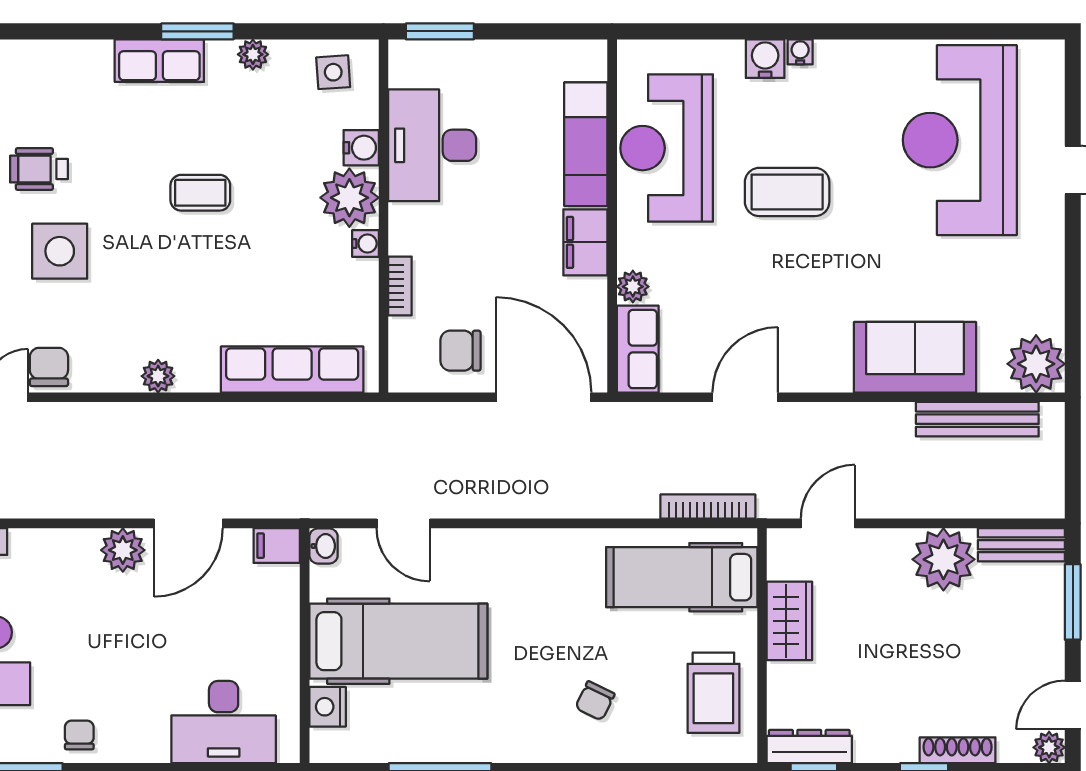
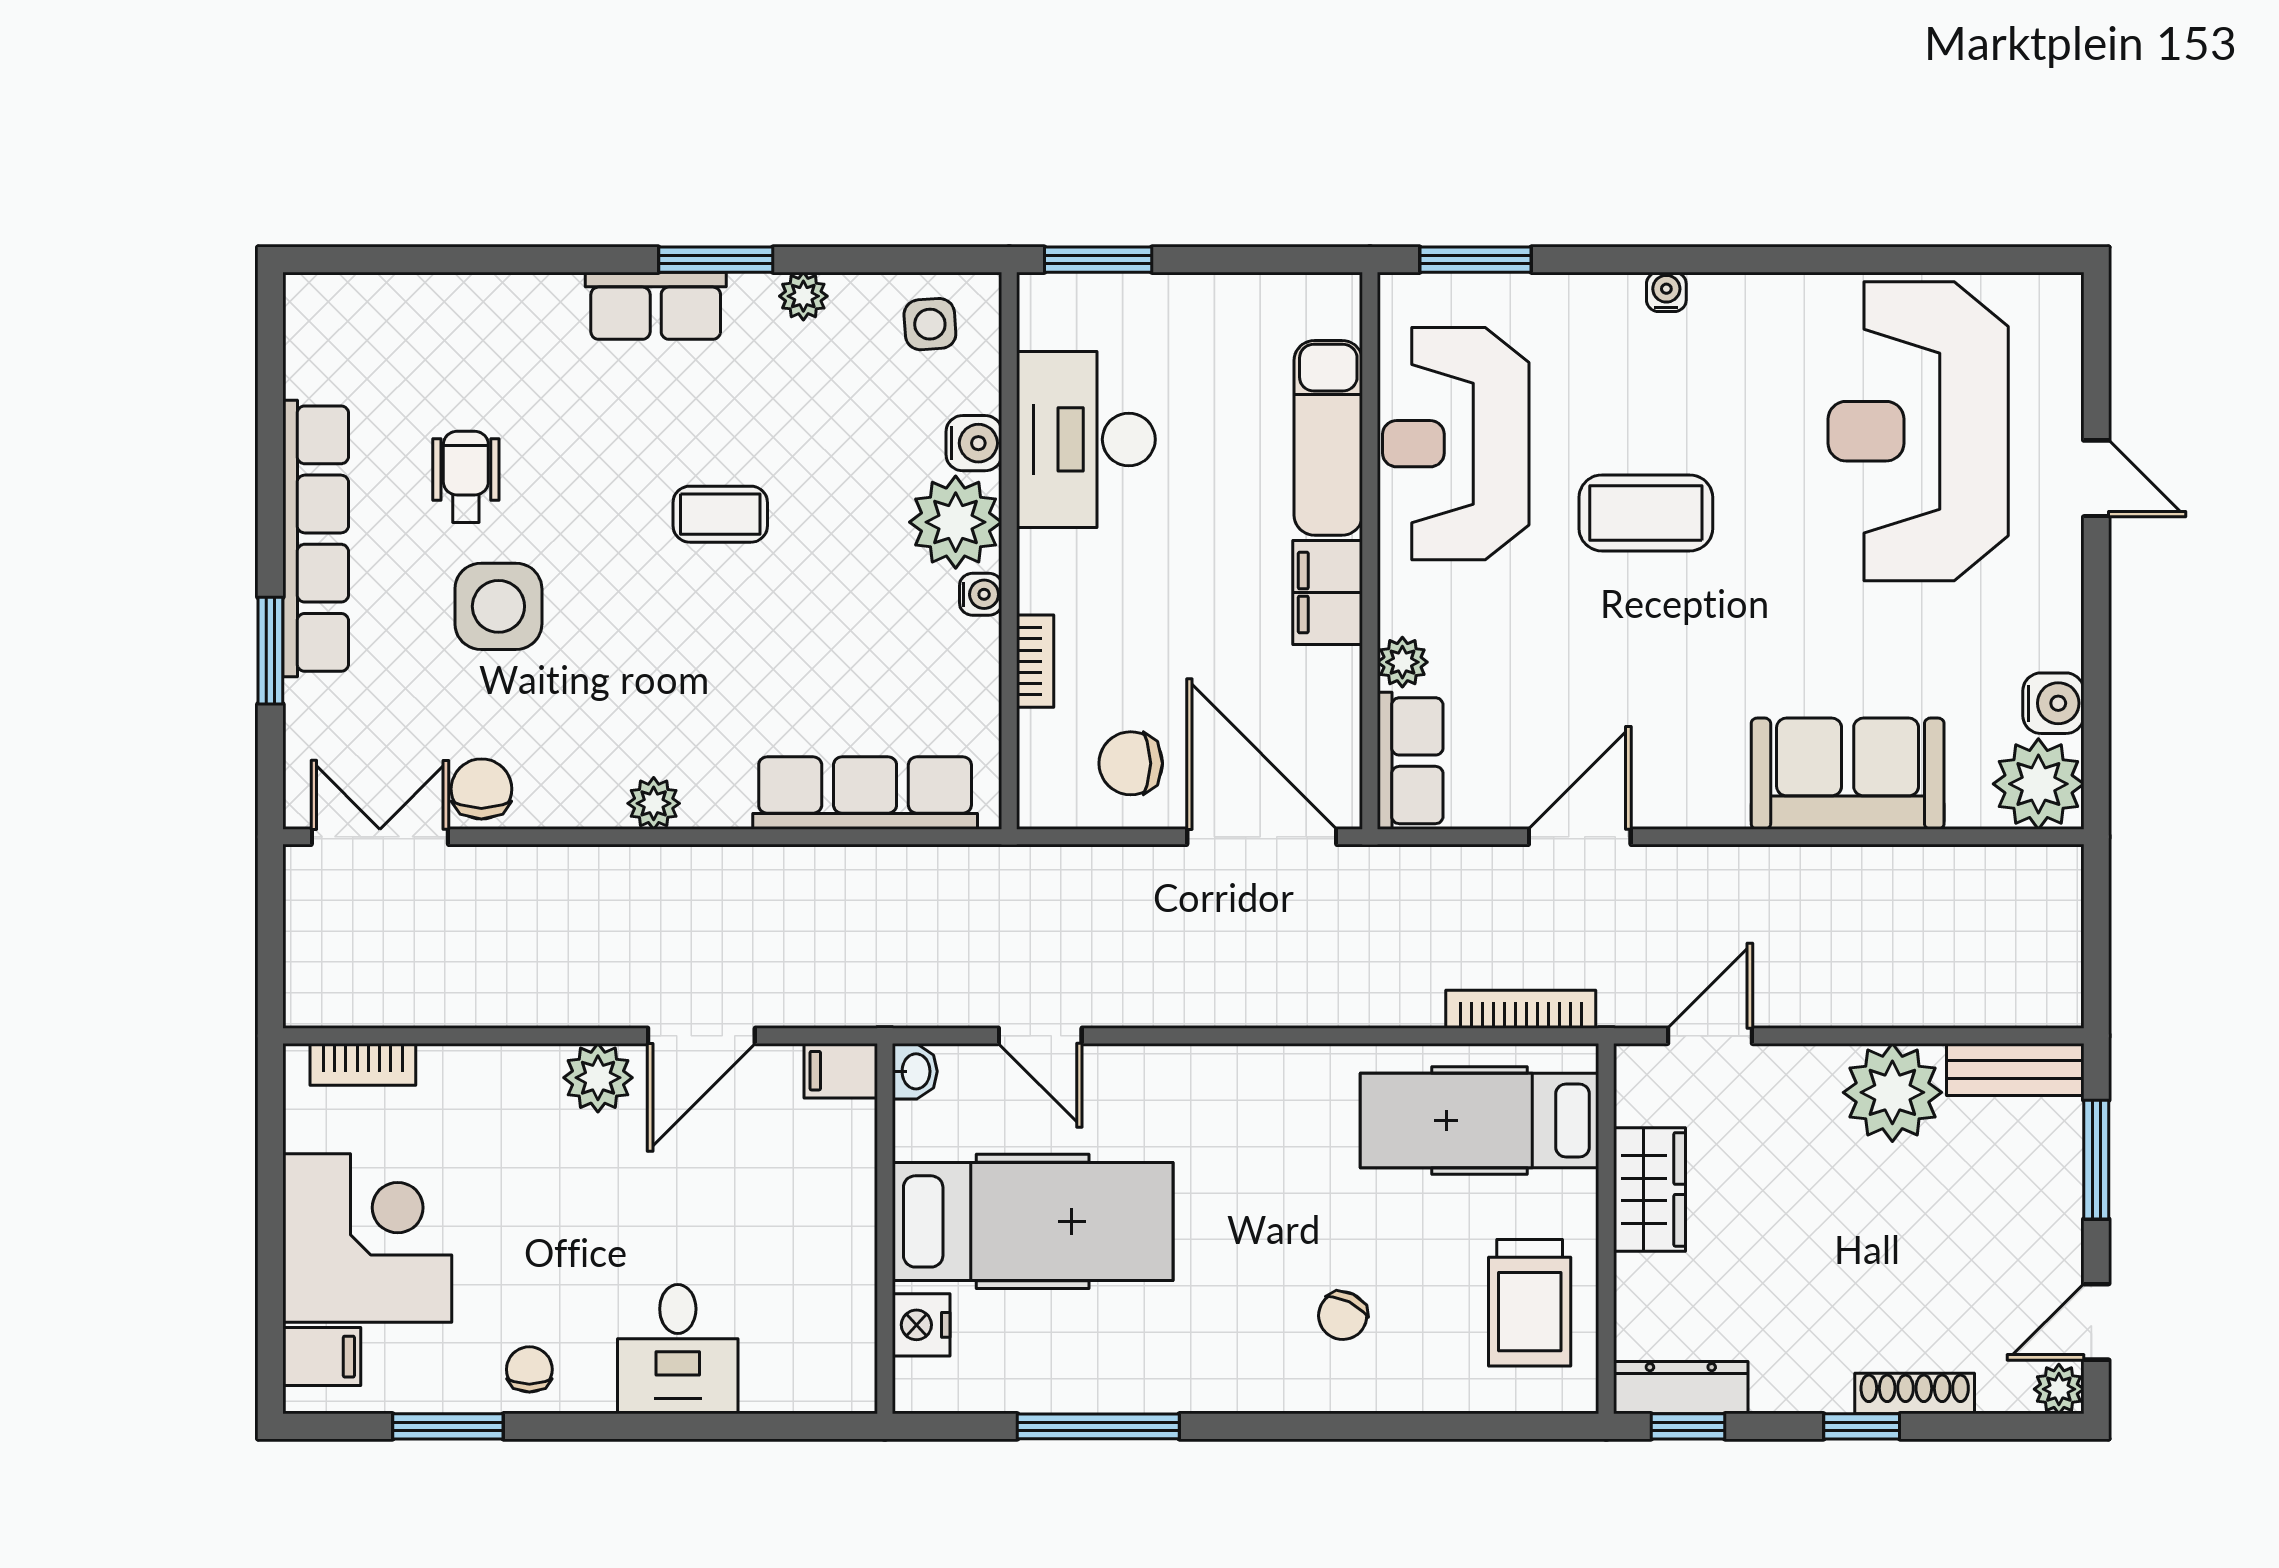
window: (679, 31) -> (1475, 260), added
water cooler: (765, 59) -> (2053, 703), moved, turned 90
wheelchair: (39, 169) -> (466, 477), turned 90
bench: (977, 419) -> (1946, 871), removed
desk: (224, 722) -> (678, 1349), moved, width x0.73

